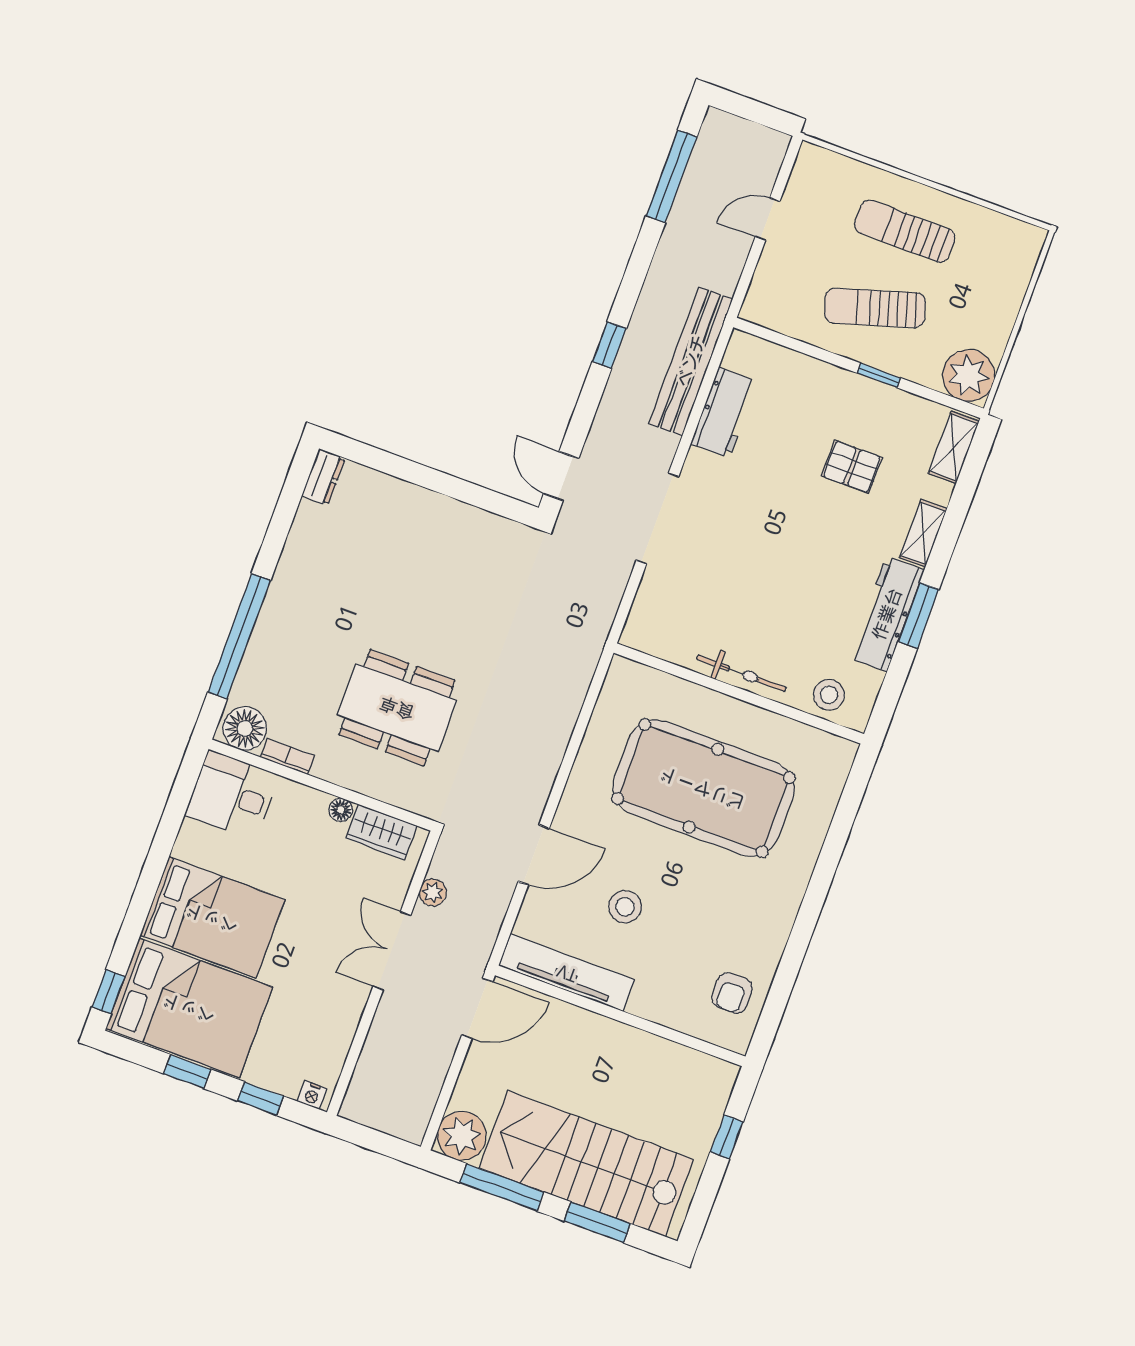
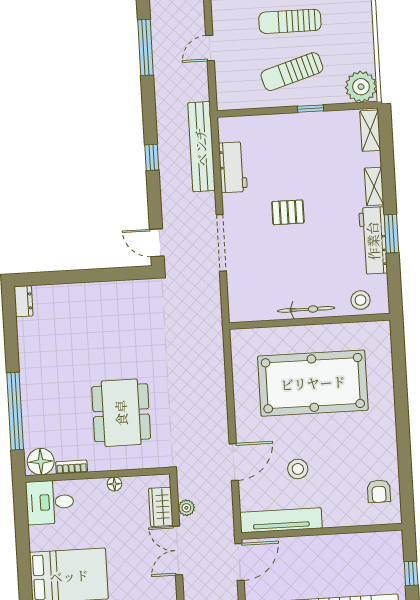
pallet: (852, 467) -> (288, 212), moved
dining table: (397, 708) -> (121, 413), turned 90
wardrobe: (381, 832) -> (161, 507), moved, turned 90

